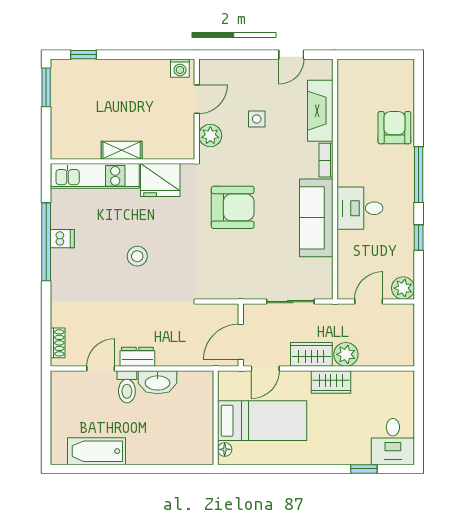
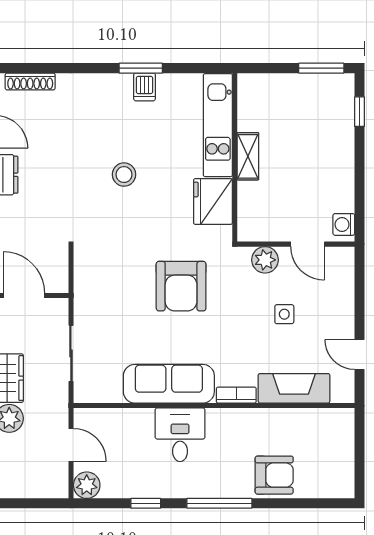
window: (46, 242) -> (141, 68), width x0.47
shoe rack: (58, 343) -> (30, 81), width x1.43

